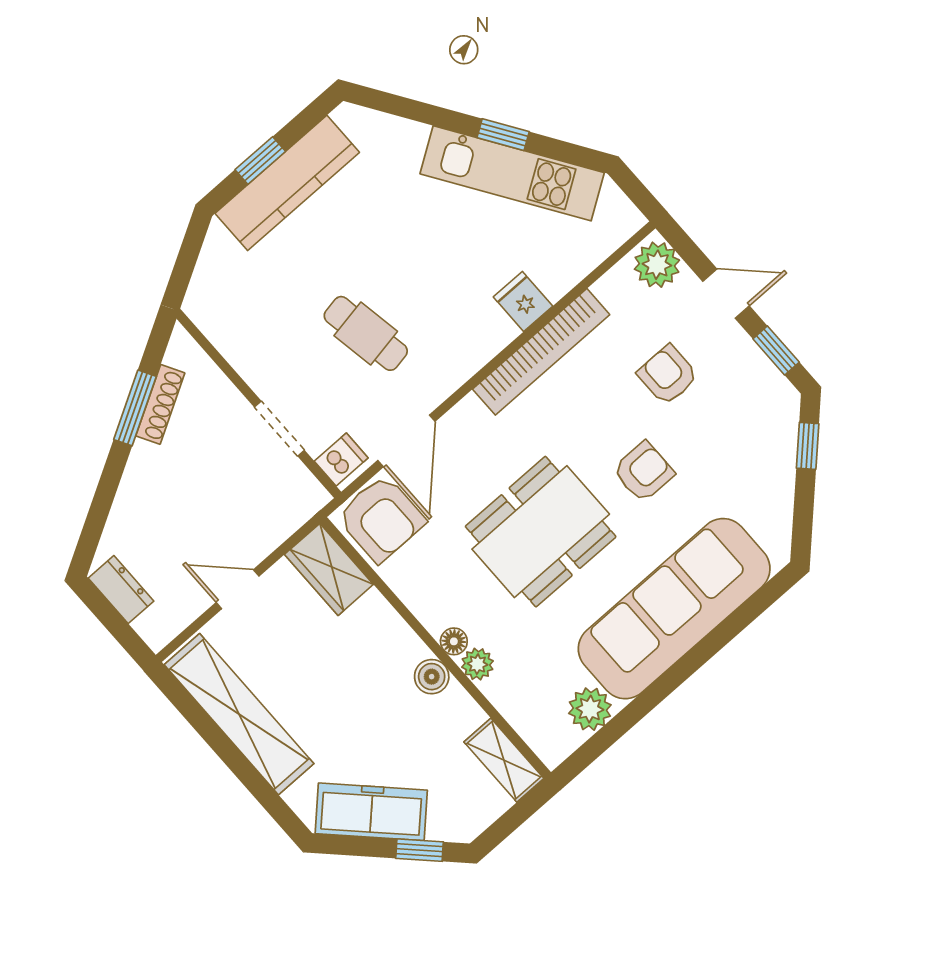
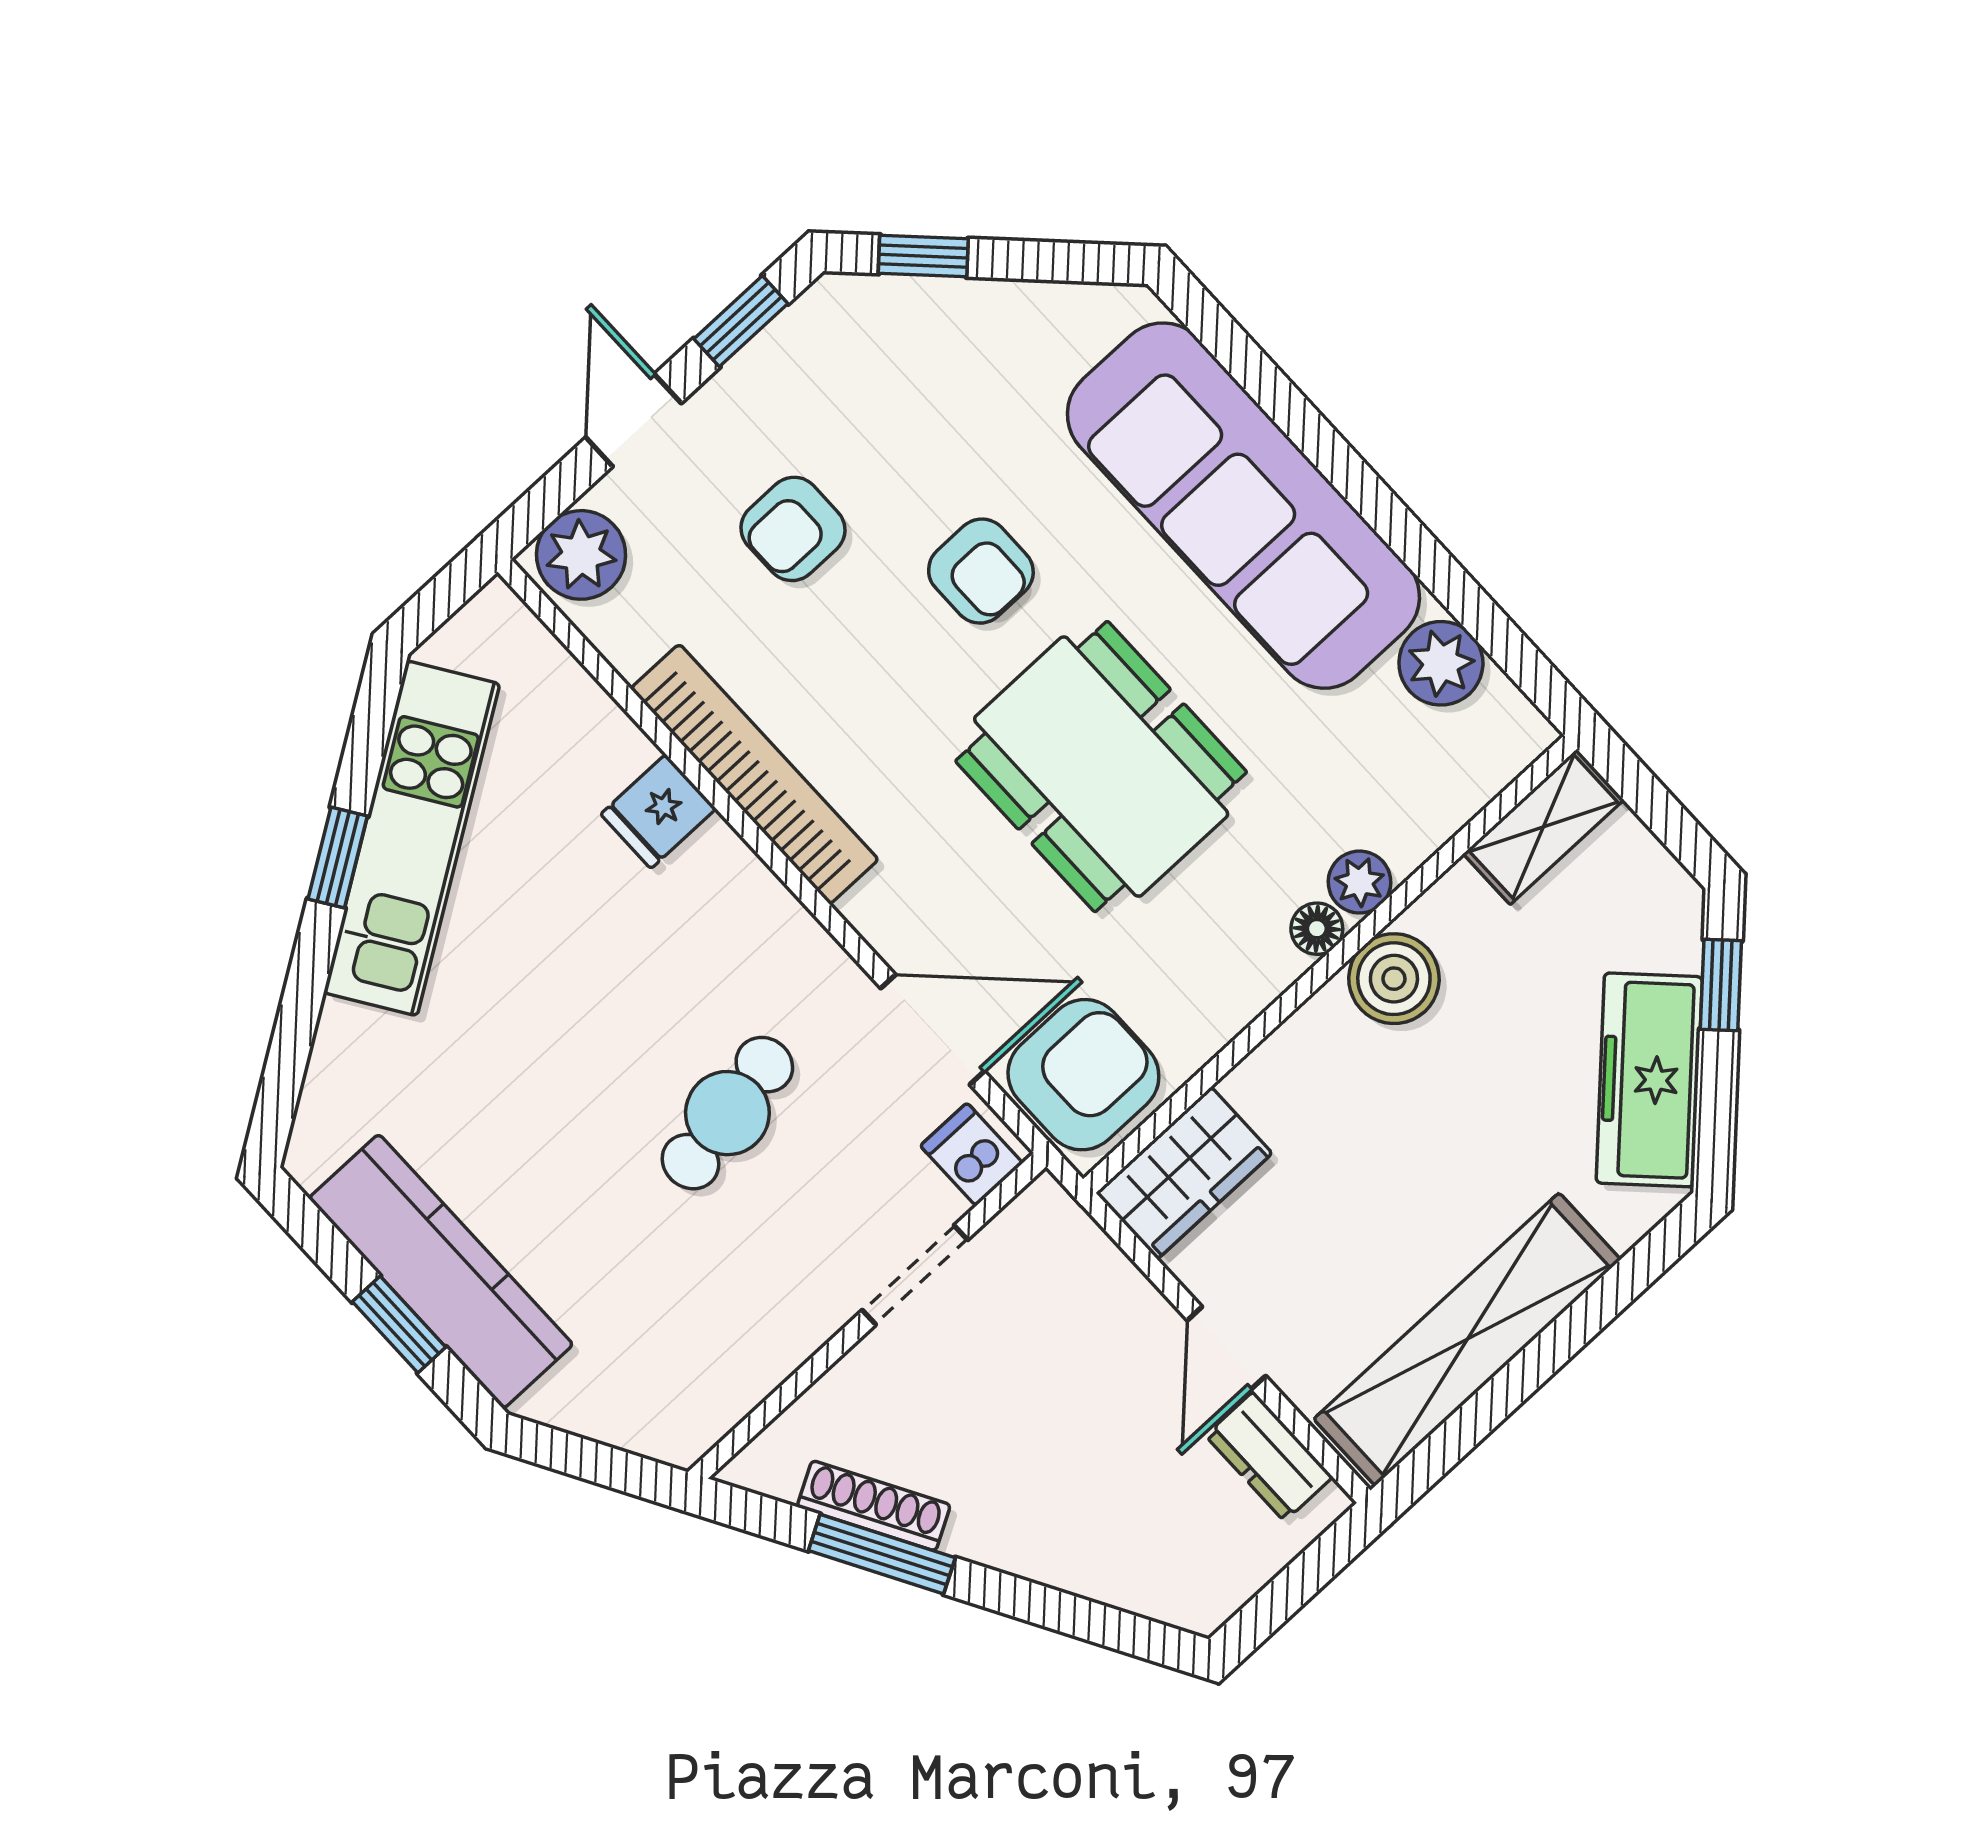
armchair: (644, 472) -> (981, 571), turned 180
dresser: (121, 590) -> (1269, 1456), moved, turned -90
boiler: (432, 677) -> (1394, 979), width x1.36, depth x1.36

